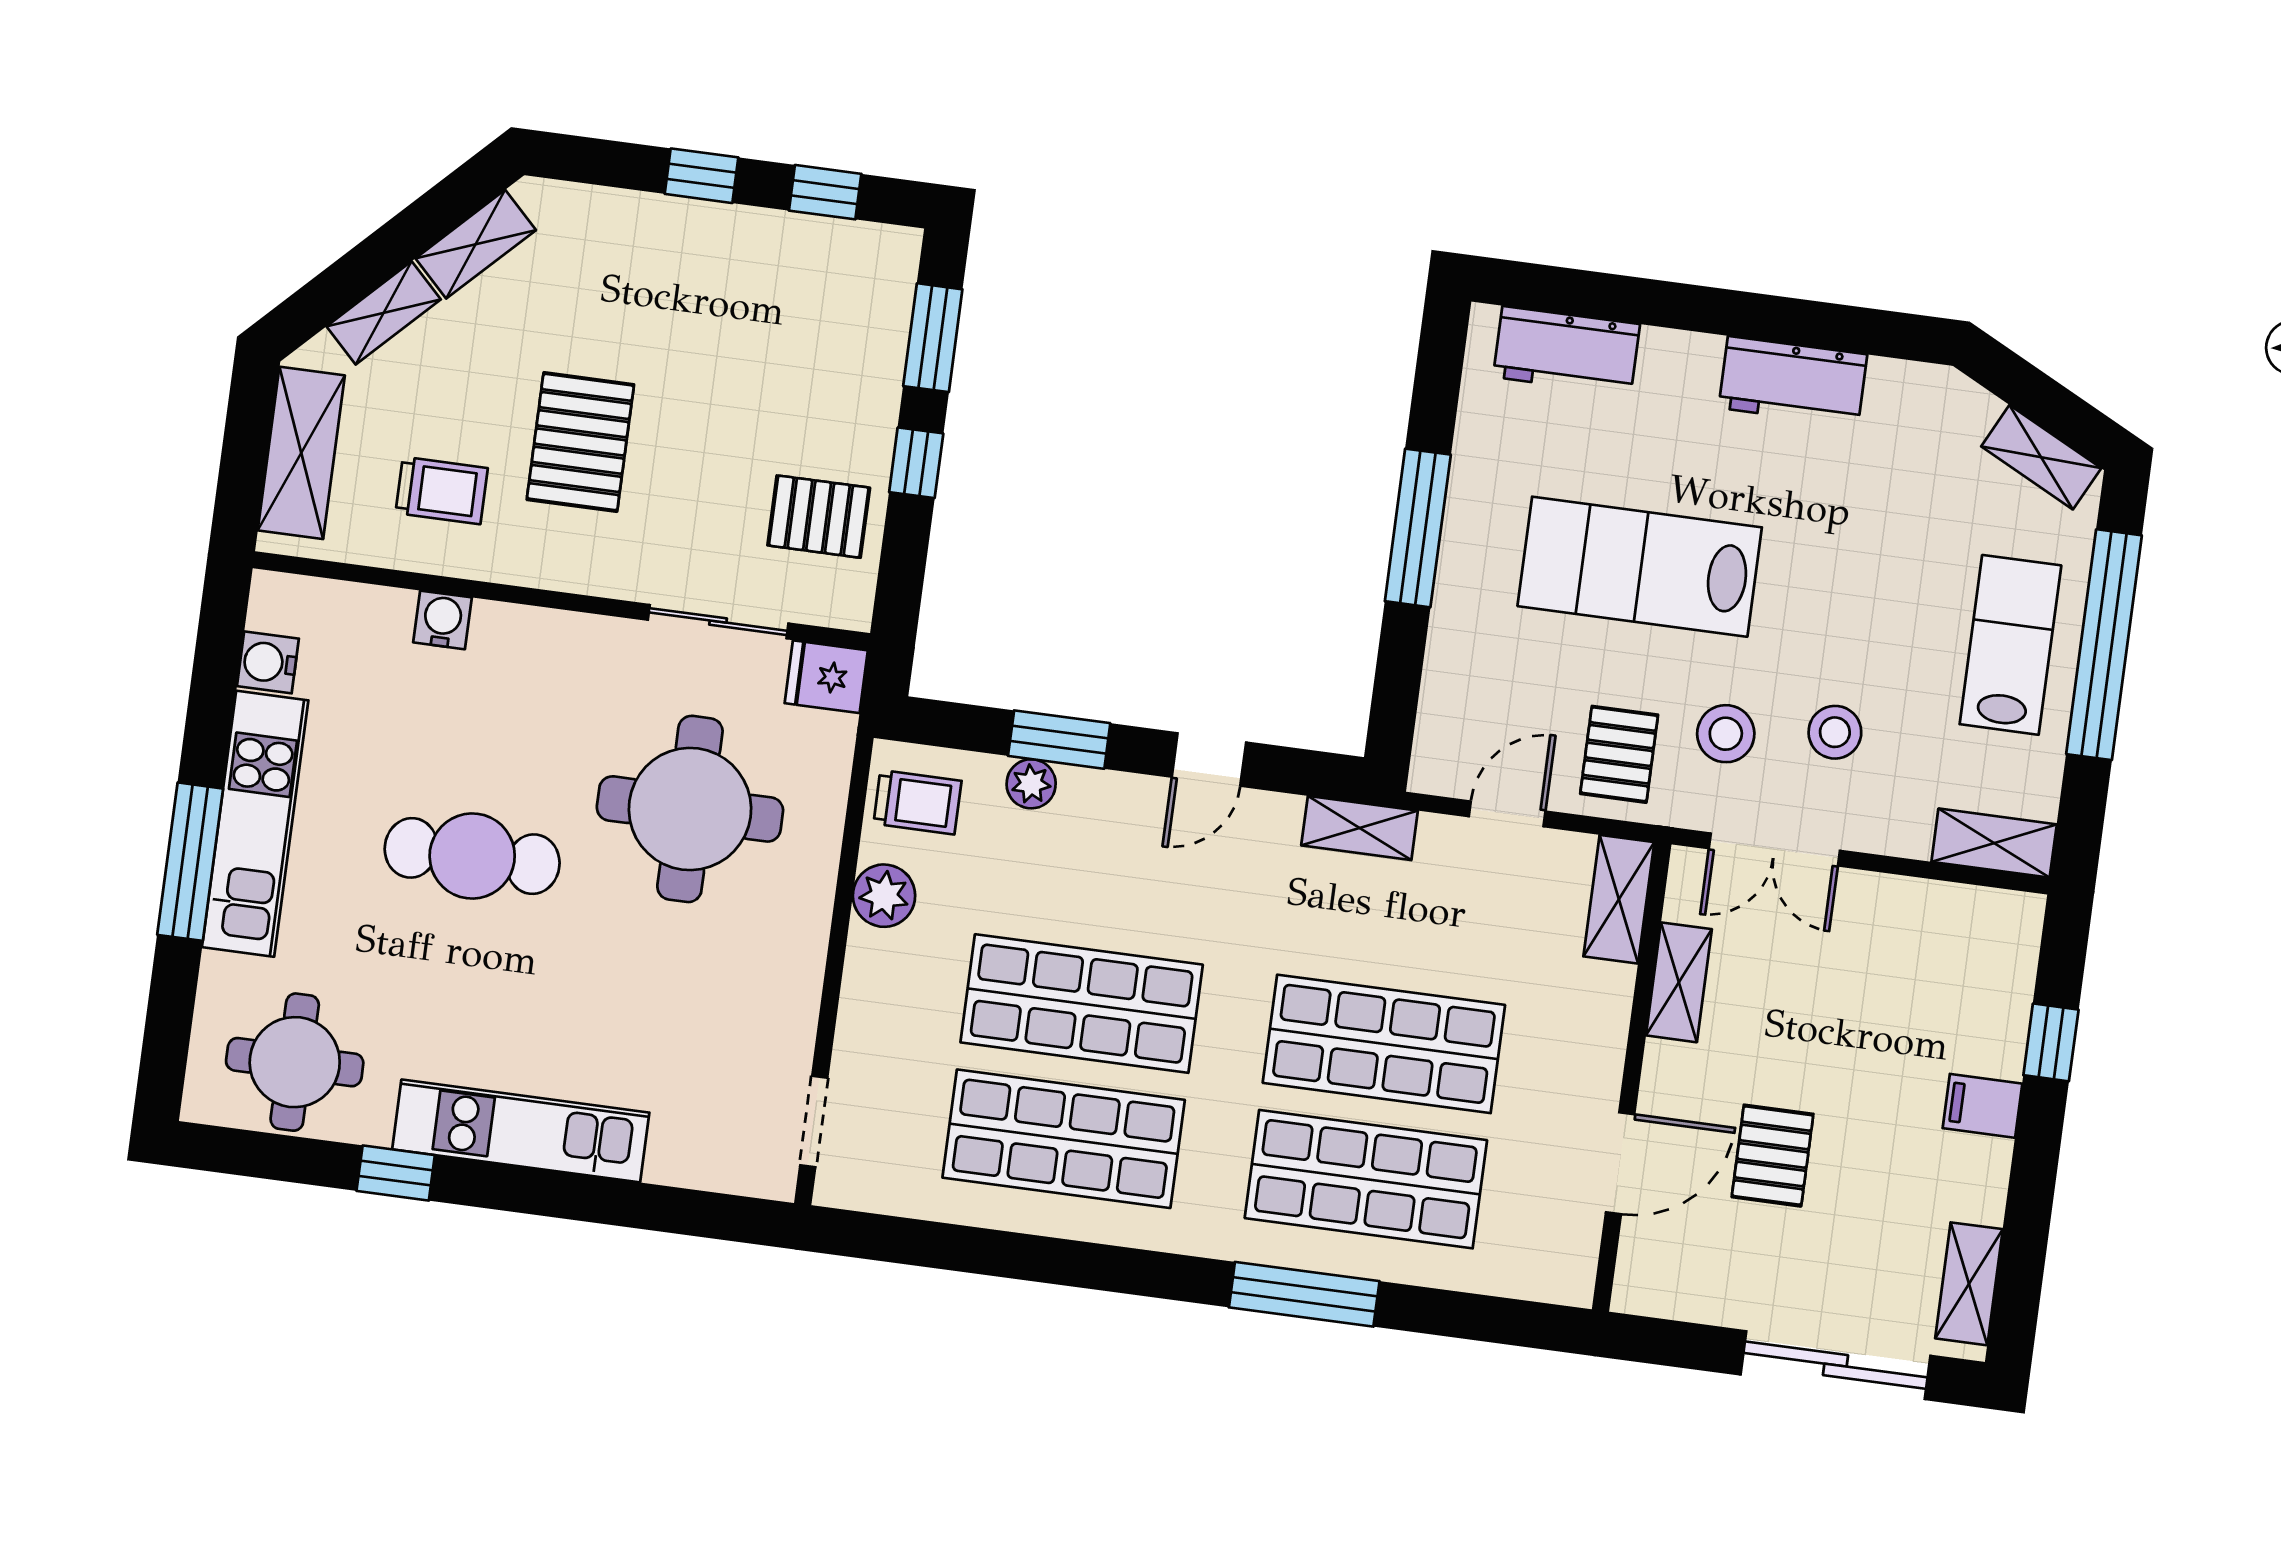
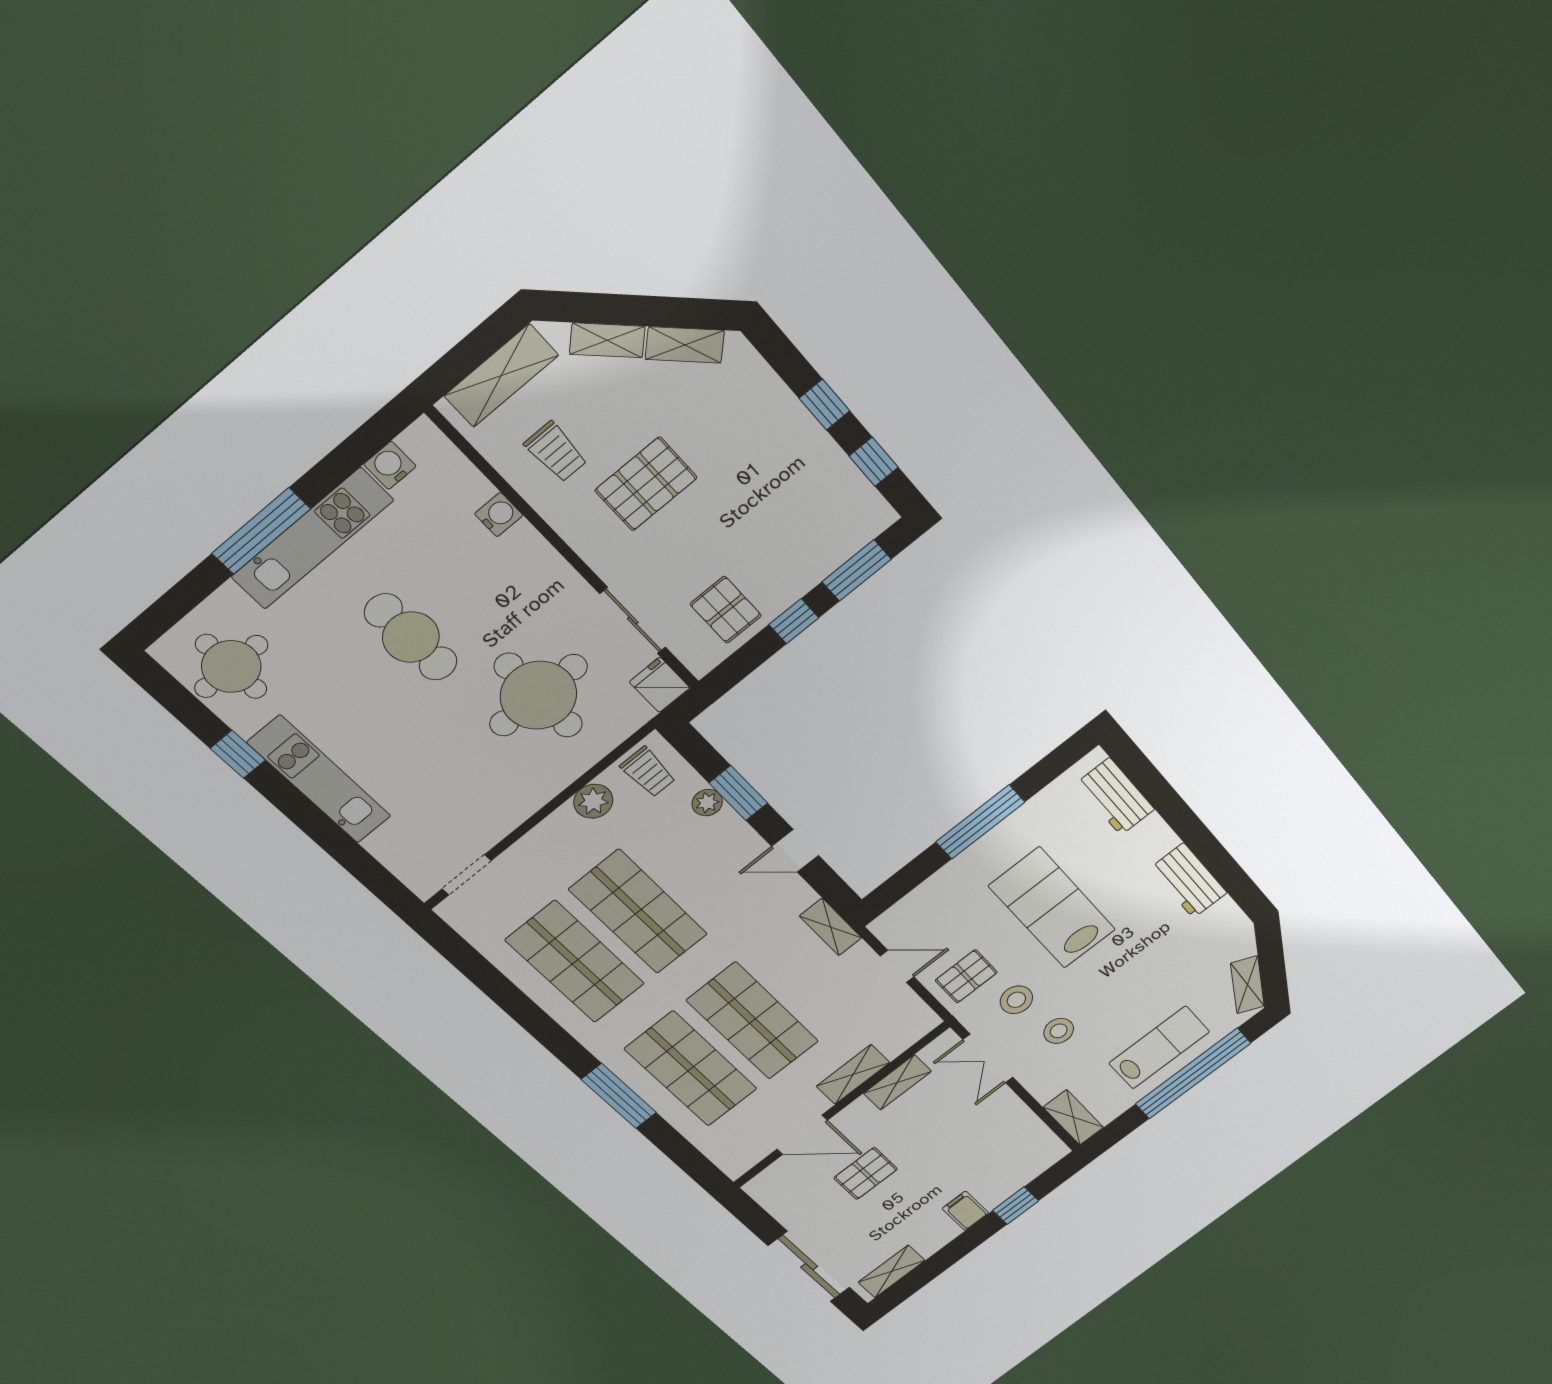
shelving: (1619, 899) -> (853, 1074), moved

